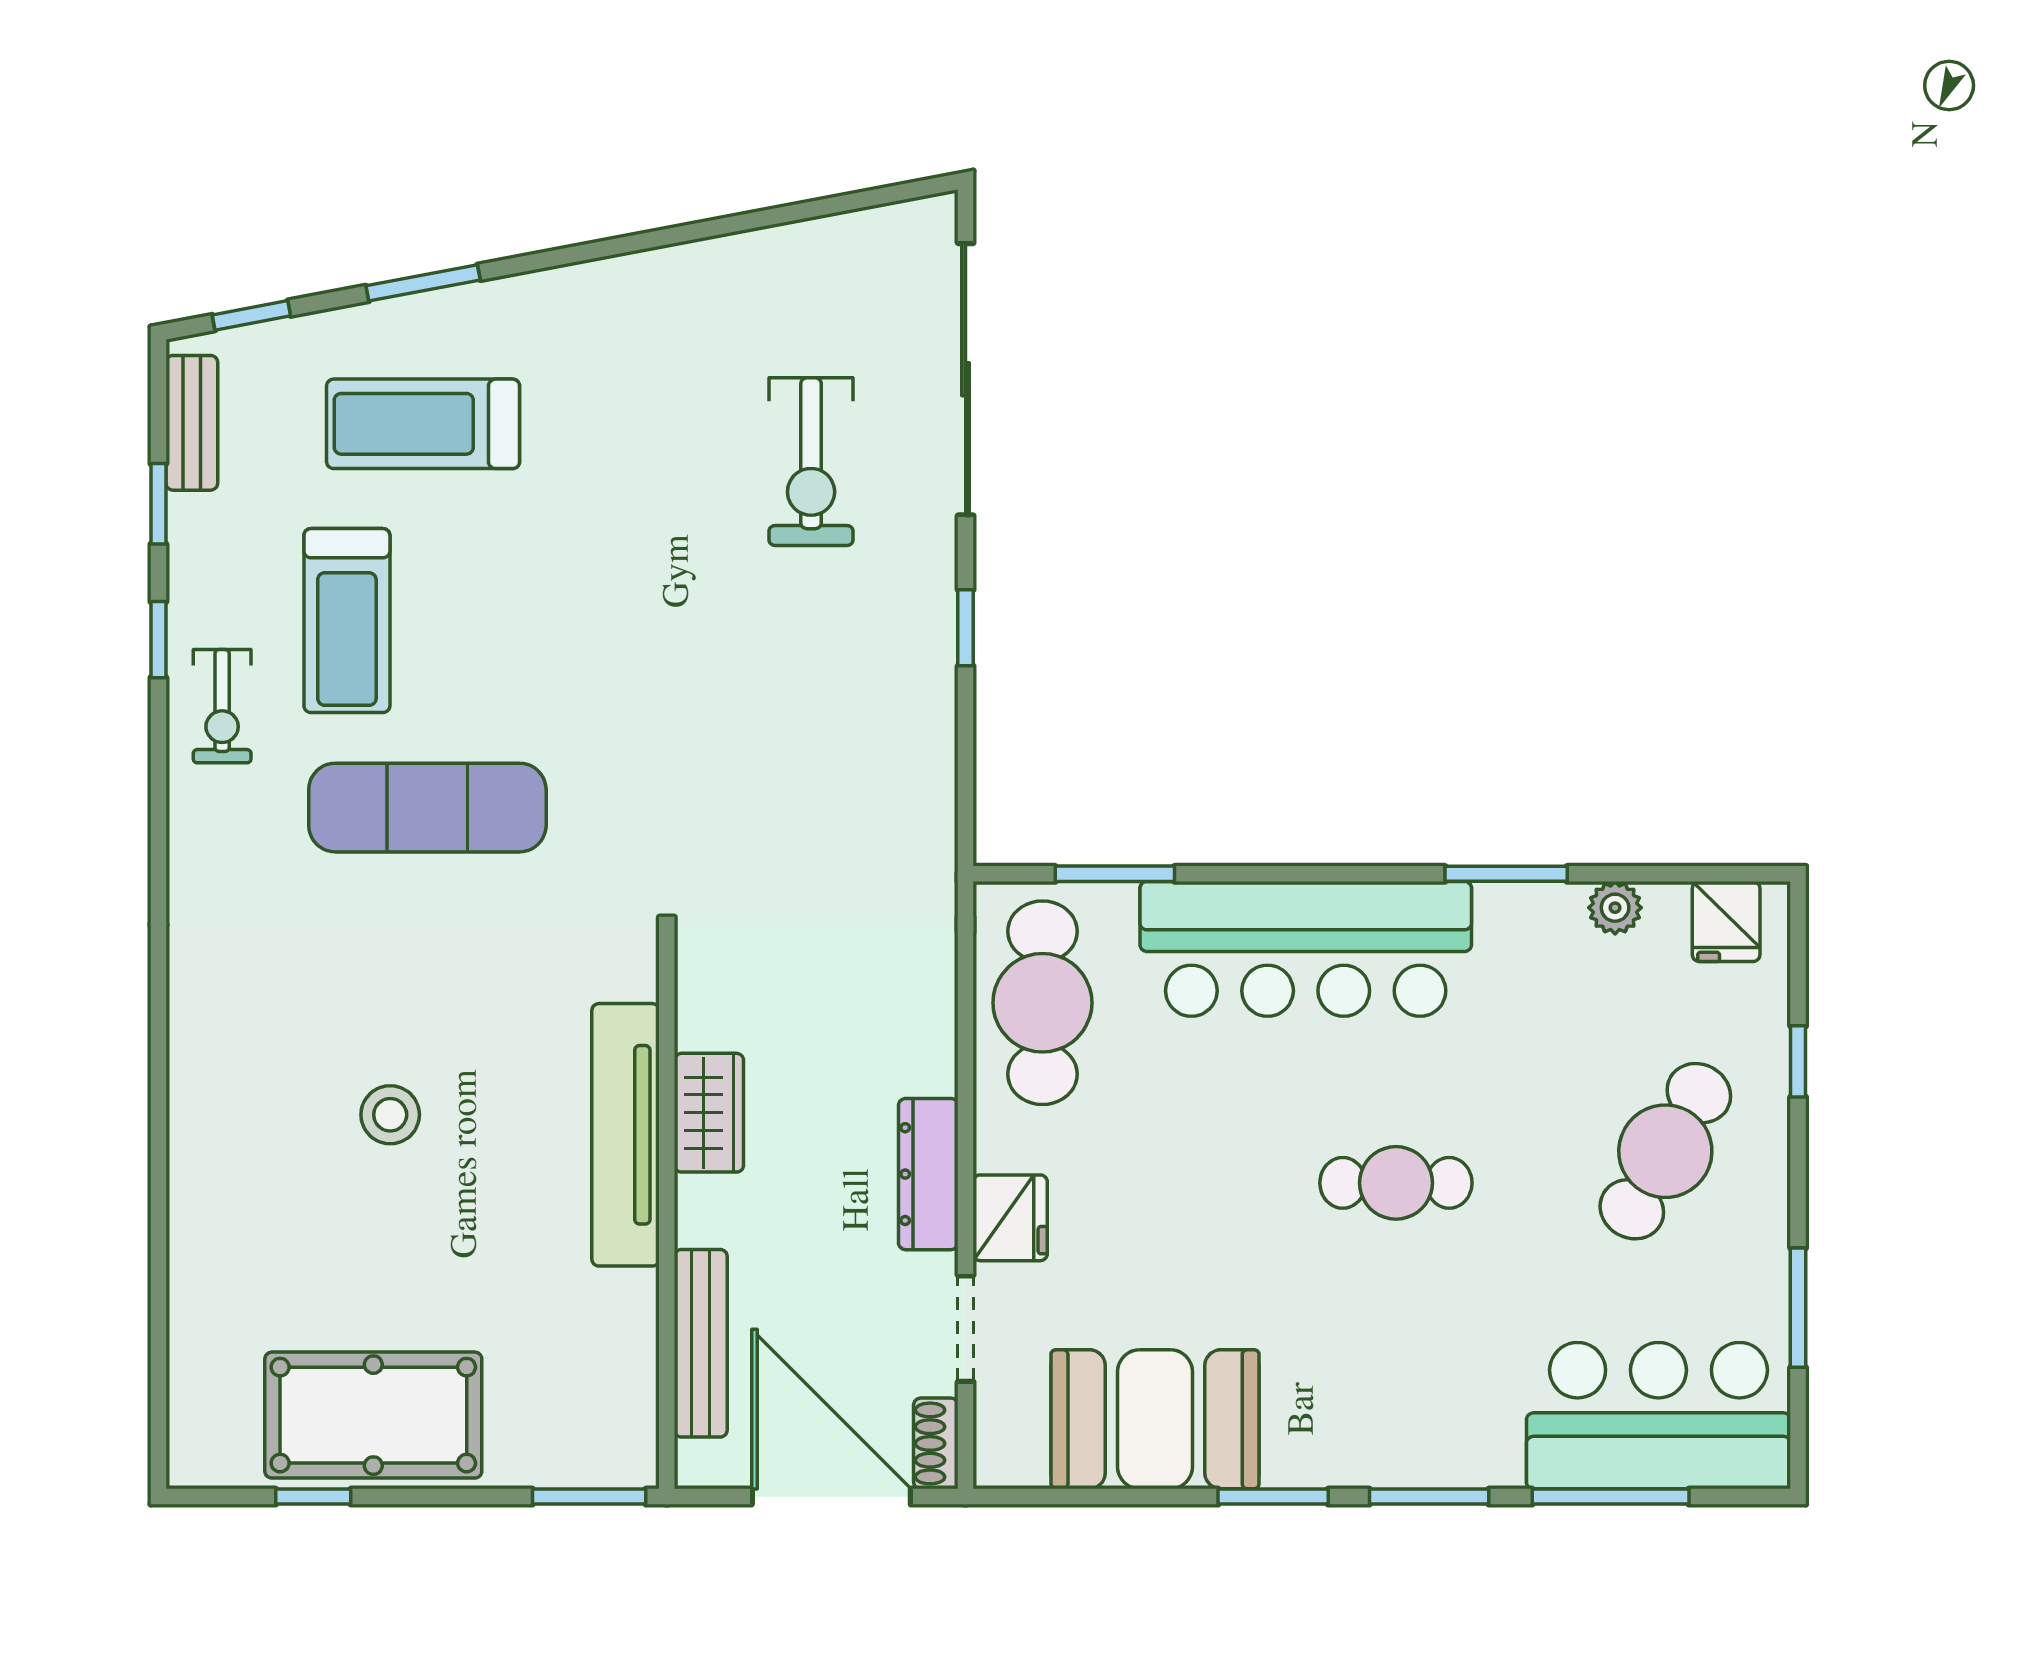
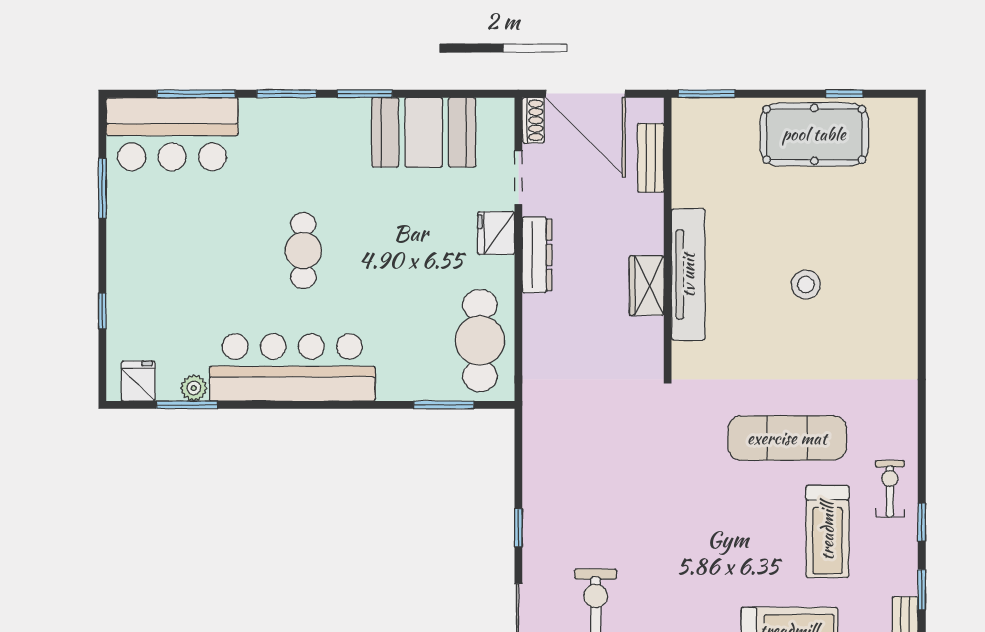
treadmill: (347, 621) -> (827, 531), turned 180
window: (1506, 874) -> (187, 405), moved
bar counter: (1306, 949) -> (292, 367), moved
cafe table: (1665, 1151) -> (169, 266), removed
cafe table: (1396, 1183) -> (303, 250), turned 90
bench: (701, 1343) -> (651, 158), width x0.73

